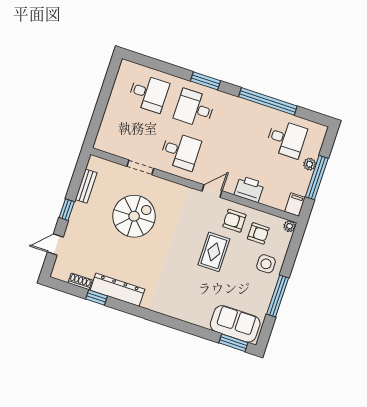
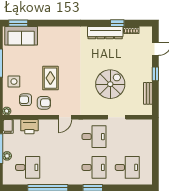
desk: (149, 93) -> (127, 167), turned 180
desk: (286, 139) -> (28, 167), turned 180
desk: (180, 151) -> (94, 137), turned 180
printer: (249, 189) -> (29, 127), moved
spiral stairs: (134, 216) -> (110, 84), turned 180

